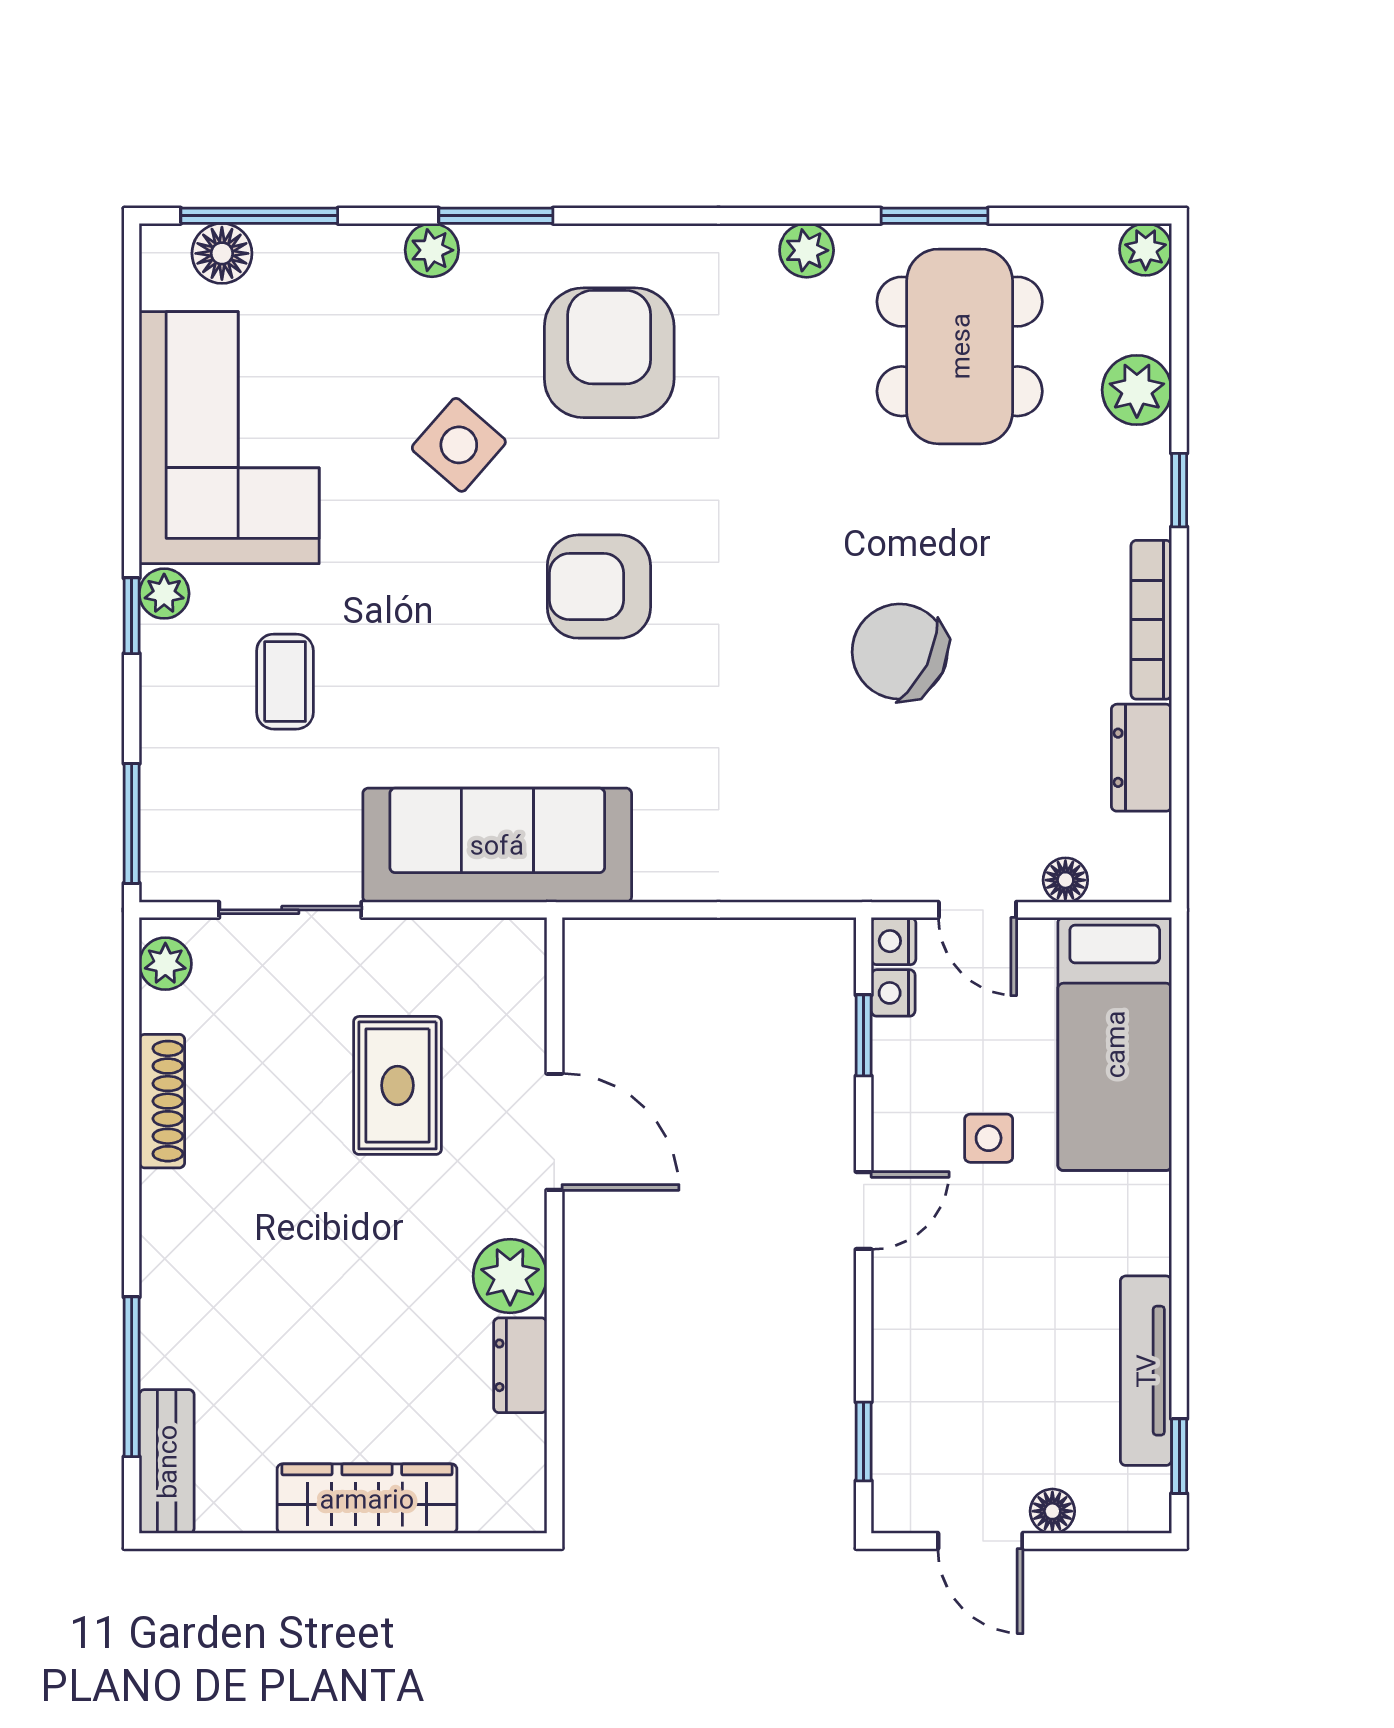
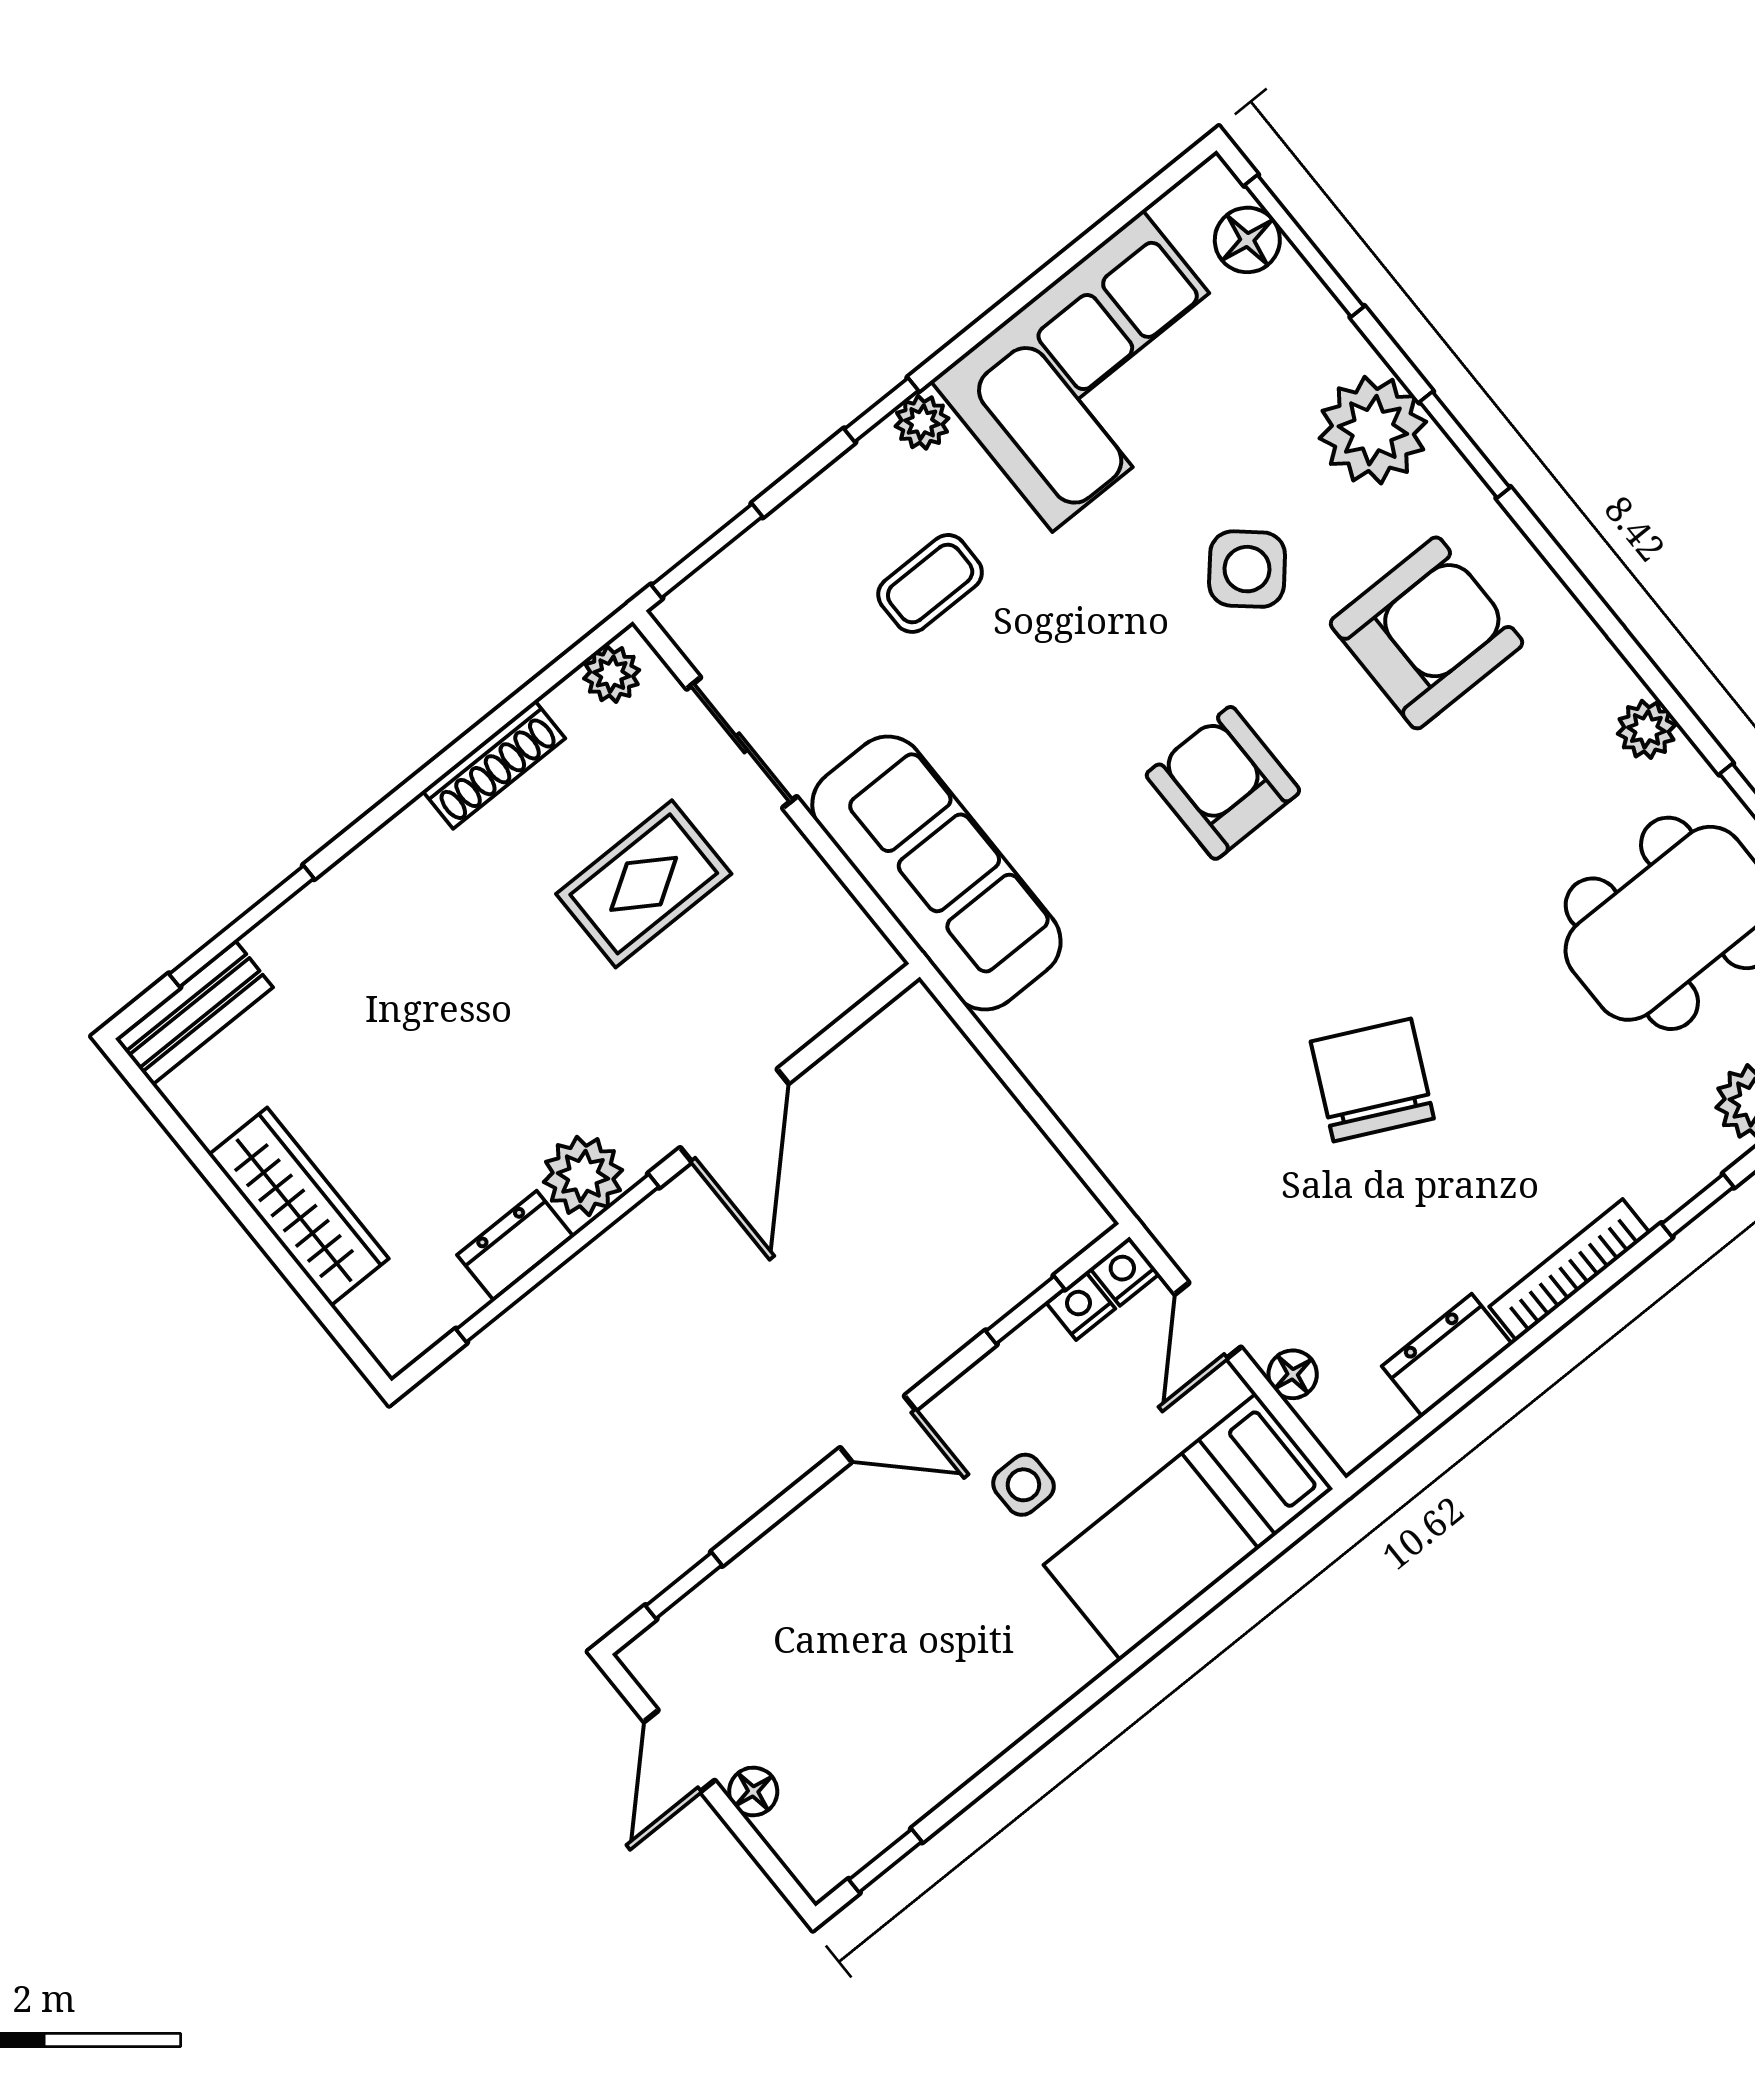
plant: (432, 250) -> (1373, 430), width x1.88, depth x1.88
rug: (398, 1085) -> (644, 884), moved
window: (554, 1342) -> (558, 1258), added
tv unit: (1146, 1371) -> (935, 1775), removed

